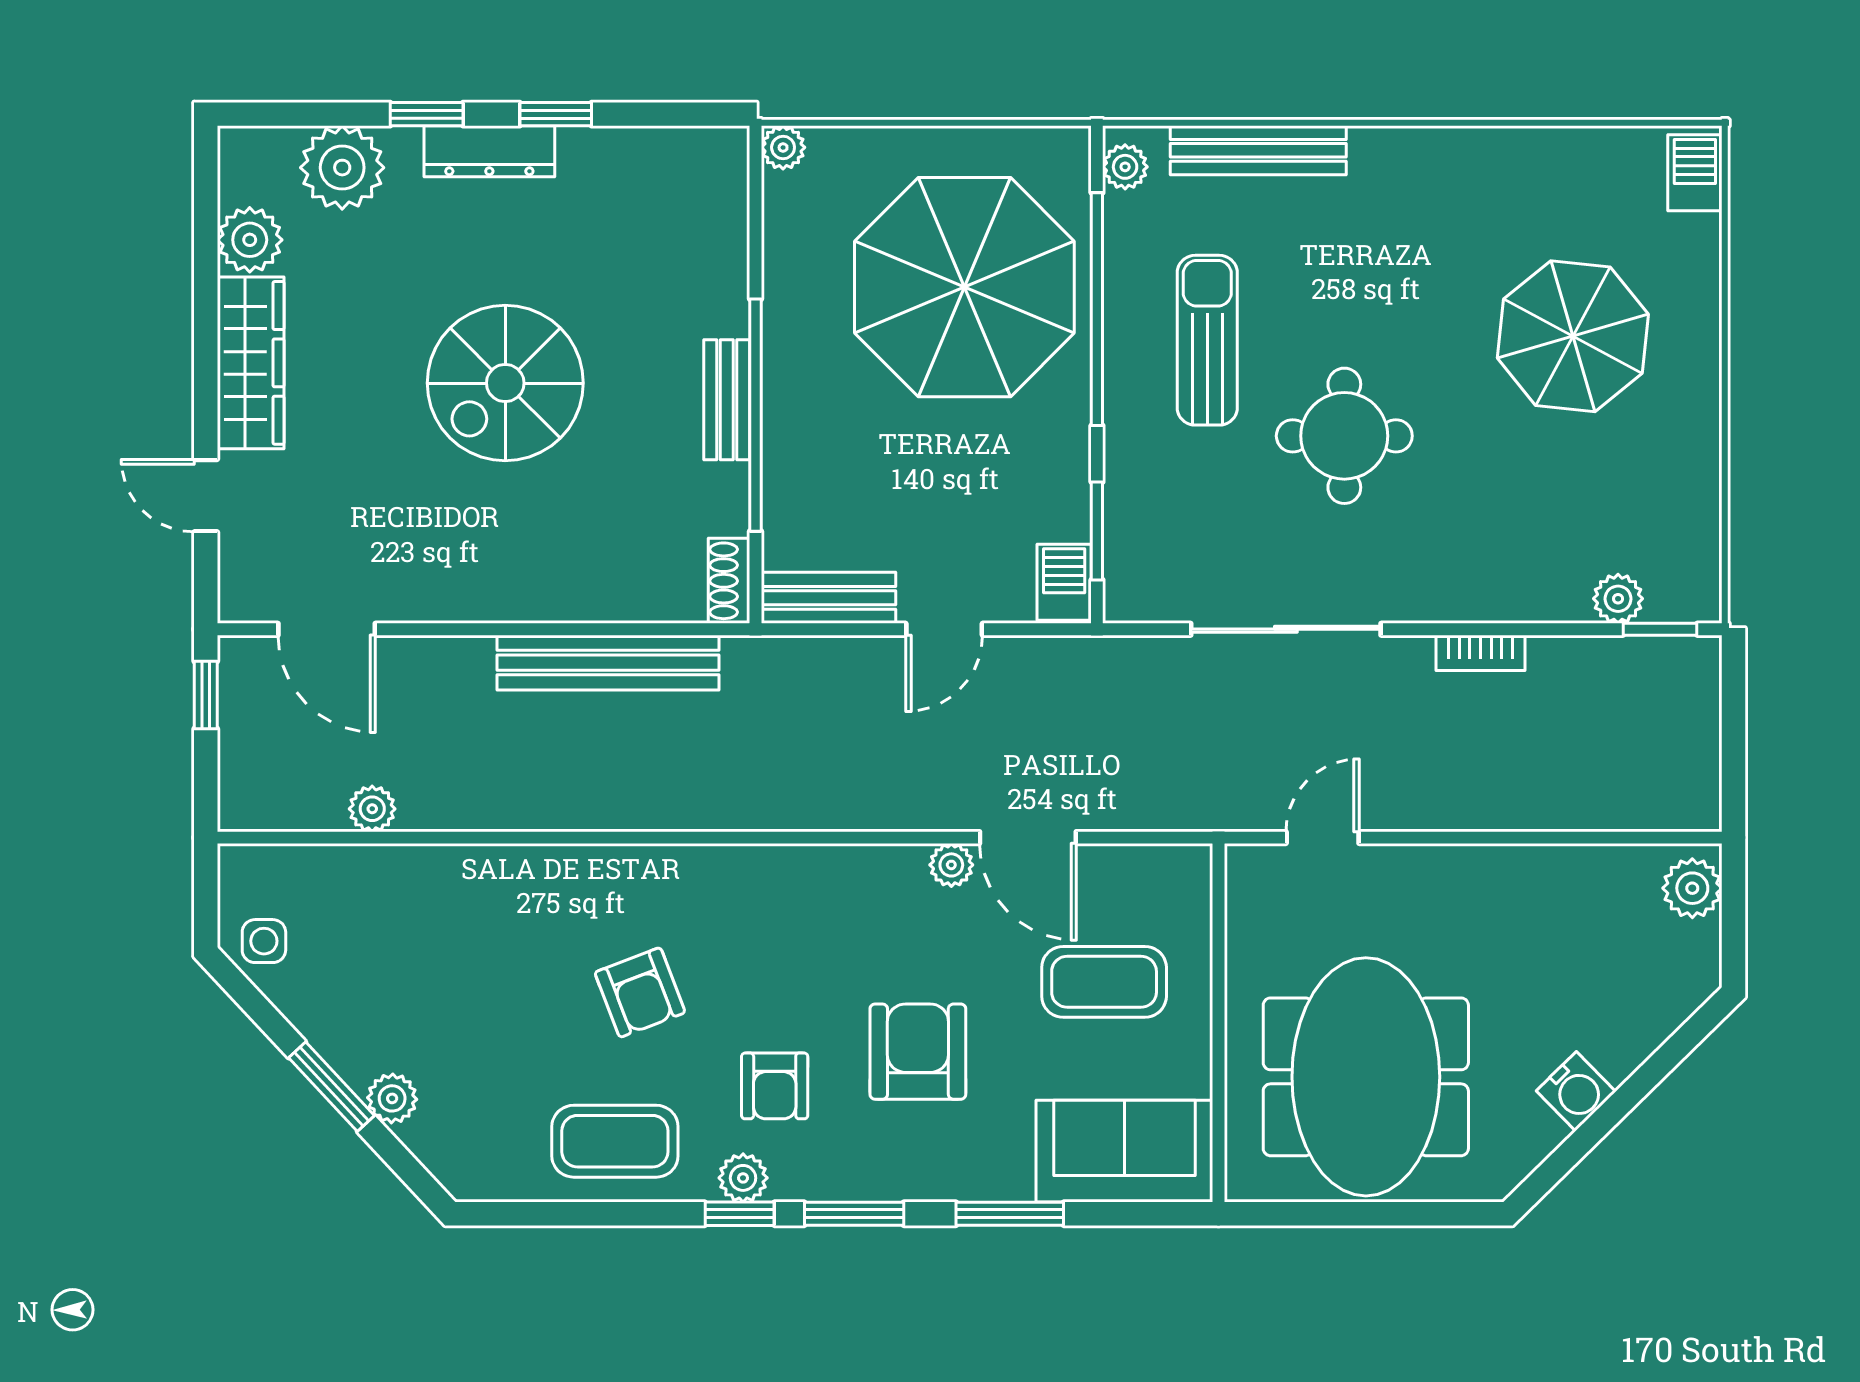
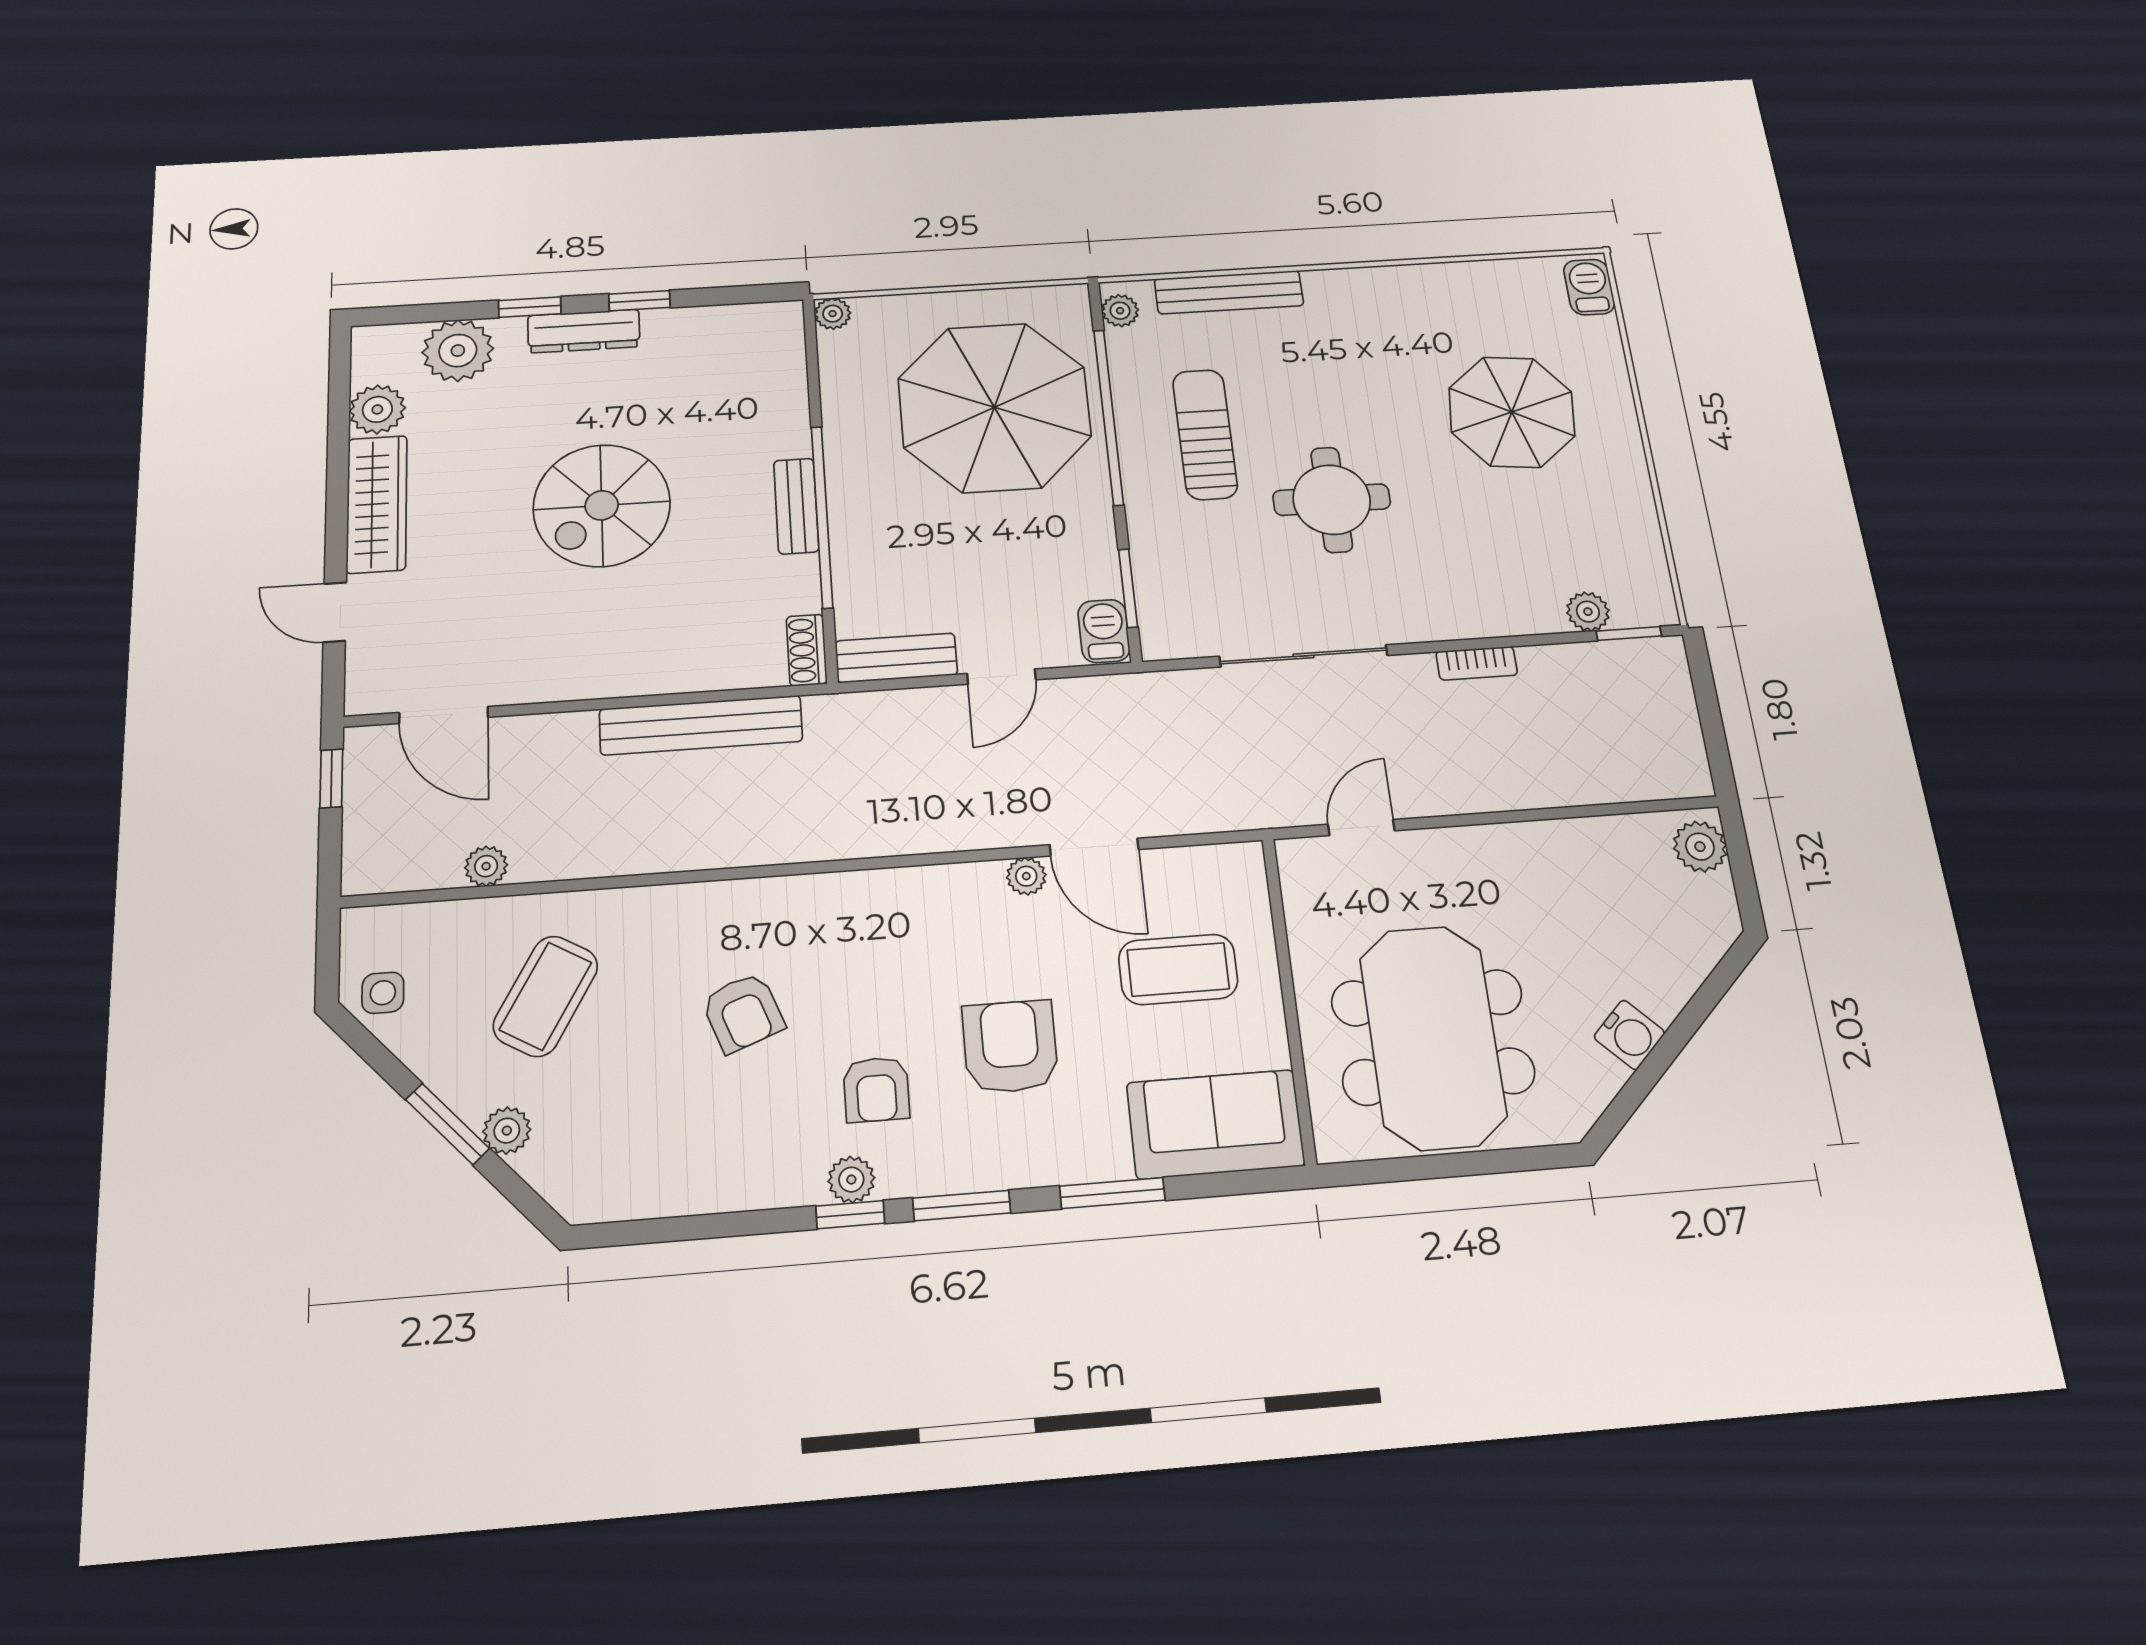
coffee table: (615, 1141) -> (546, 996), moved, turned -60

